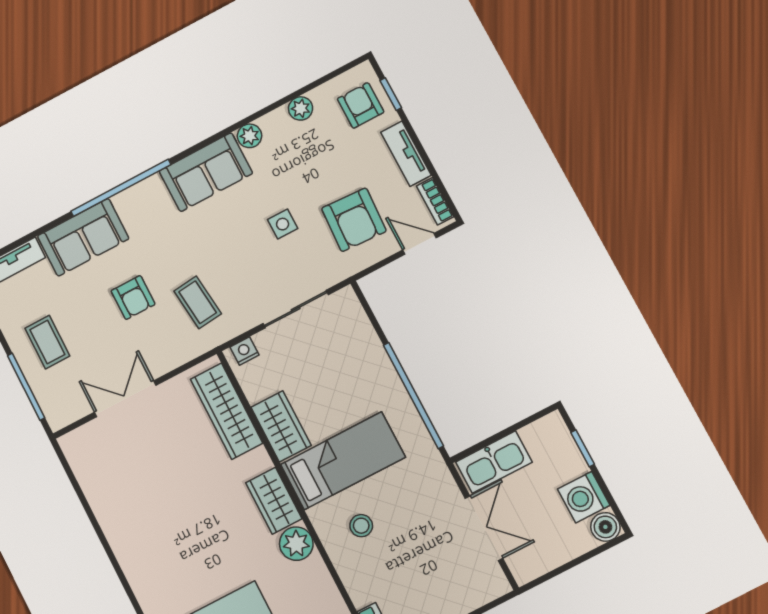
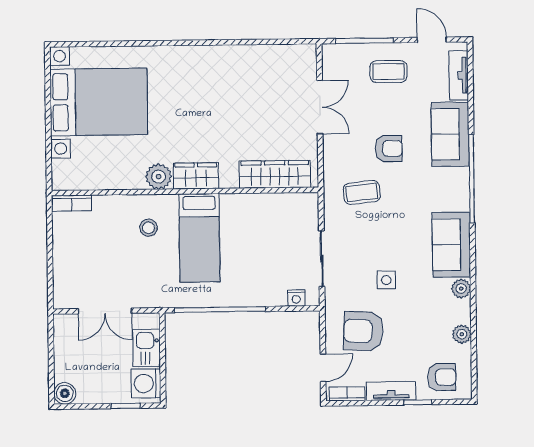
window: (391, 94) -> (418, 402), moved
armchair: (133, 298) -> (389, 148), turned 180
nightstand: (244, 351) -> (296, 298), moved, turned 90
wardrobe: (281, 426) -> (245, 207), removed
kitchen sink: (494, 462) -> (147, 348), width x0.73
washing machine: (584, 497) -> (146, 383), moved, turned -90

